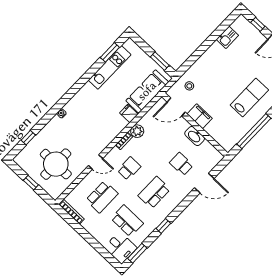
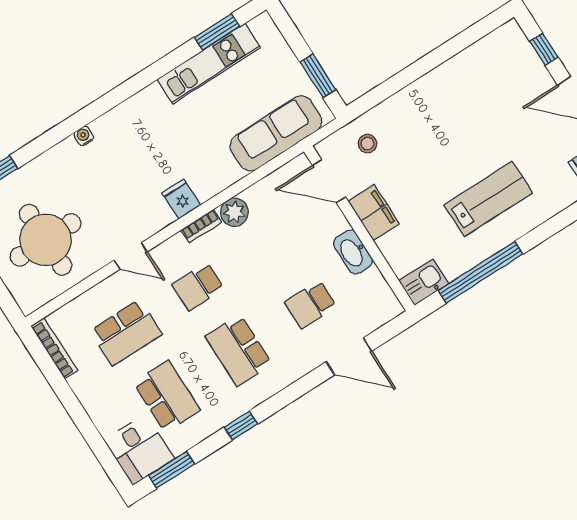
kitchen sink: (227, 37) -> (424, 282), moved, turned 180
fridge: (129, 113) -> (181, 199), moved
school desk: (181, 164) -> (311, 304), turned -90
school desk: (129, 168) -> (198, 287), turned 180
school desk: (154, 192) -> (239, 350), turned -90

